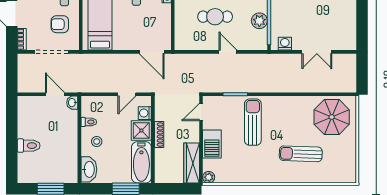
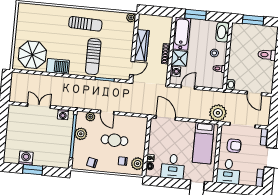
plant: (249, 44) -> (90, 117), added
plant: (85, 65) -> (218, 113), added
door: (55, 94) -> (254, 93), moved
barbecue: (212, 144) -> (58, 66), moved, turned 90
sun lounger: (301, 154) -> (85, 24), moved
wardrobe: (192, 163) -> (142, 45), moved

